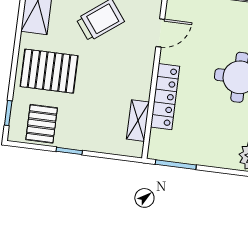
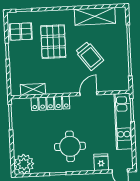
door: (160, 33) -> (88, 94), swing flipped
pallet: (49, 71) -> (53, 42), moved

